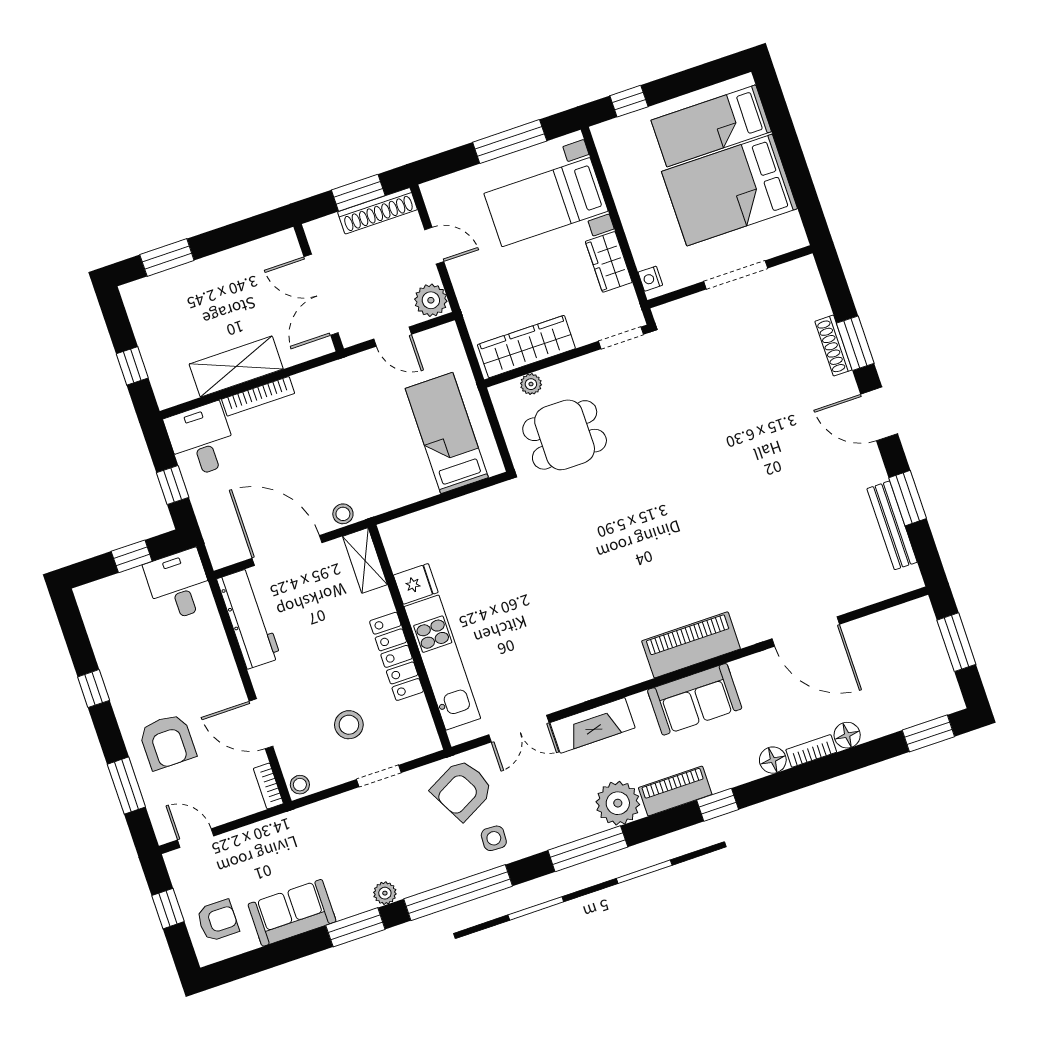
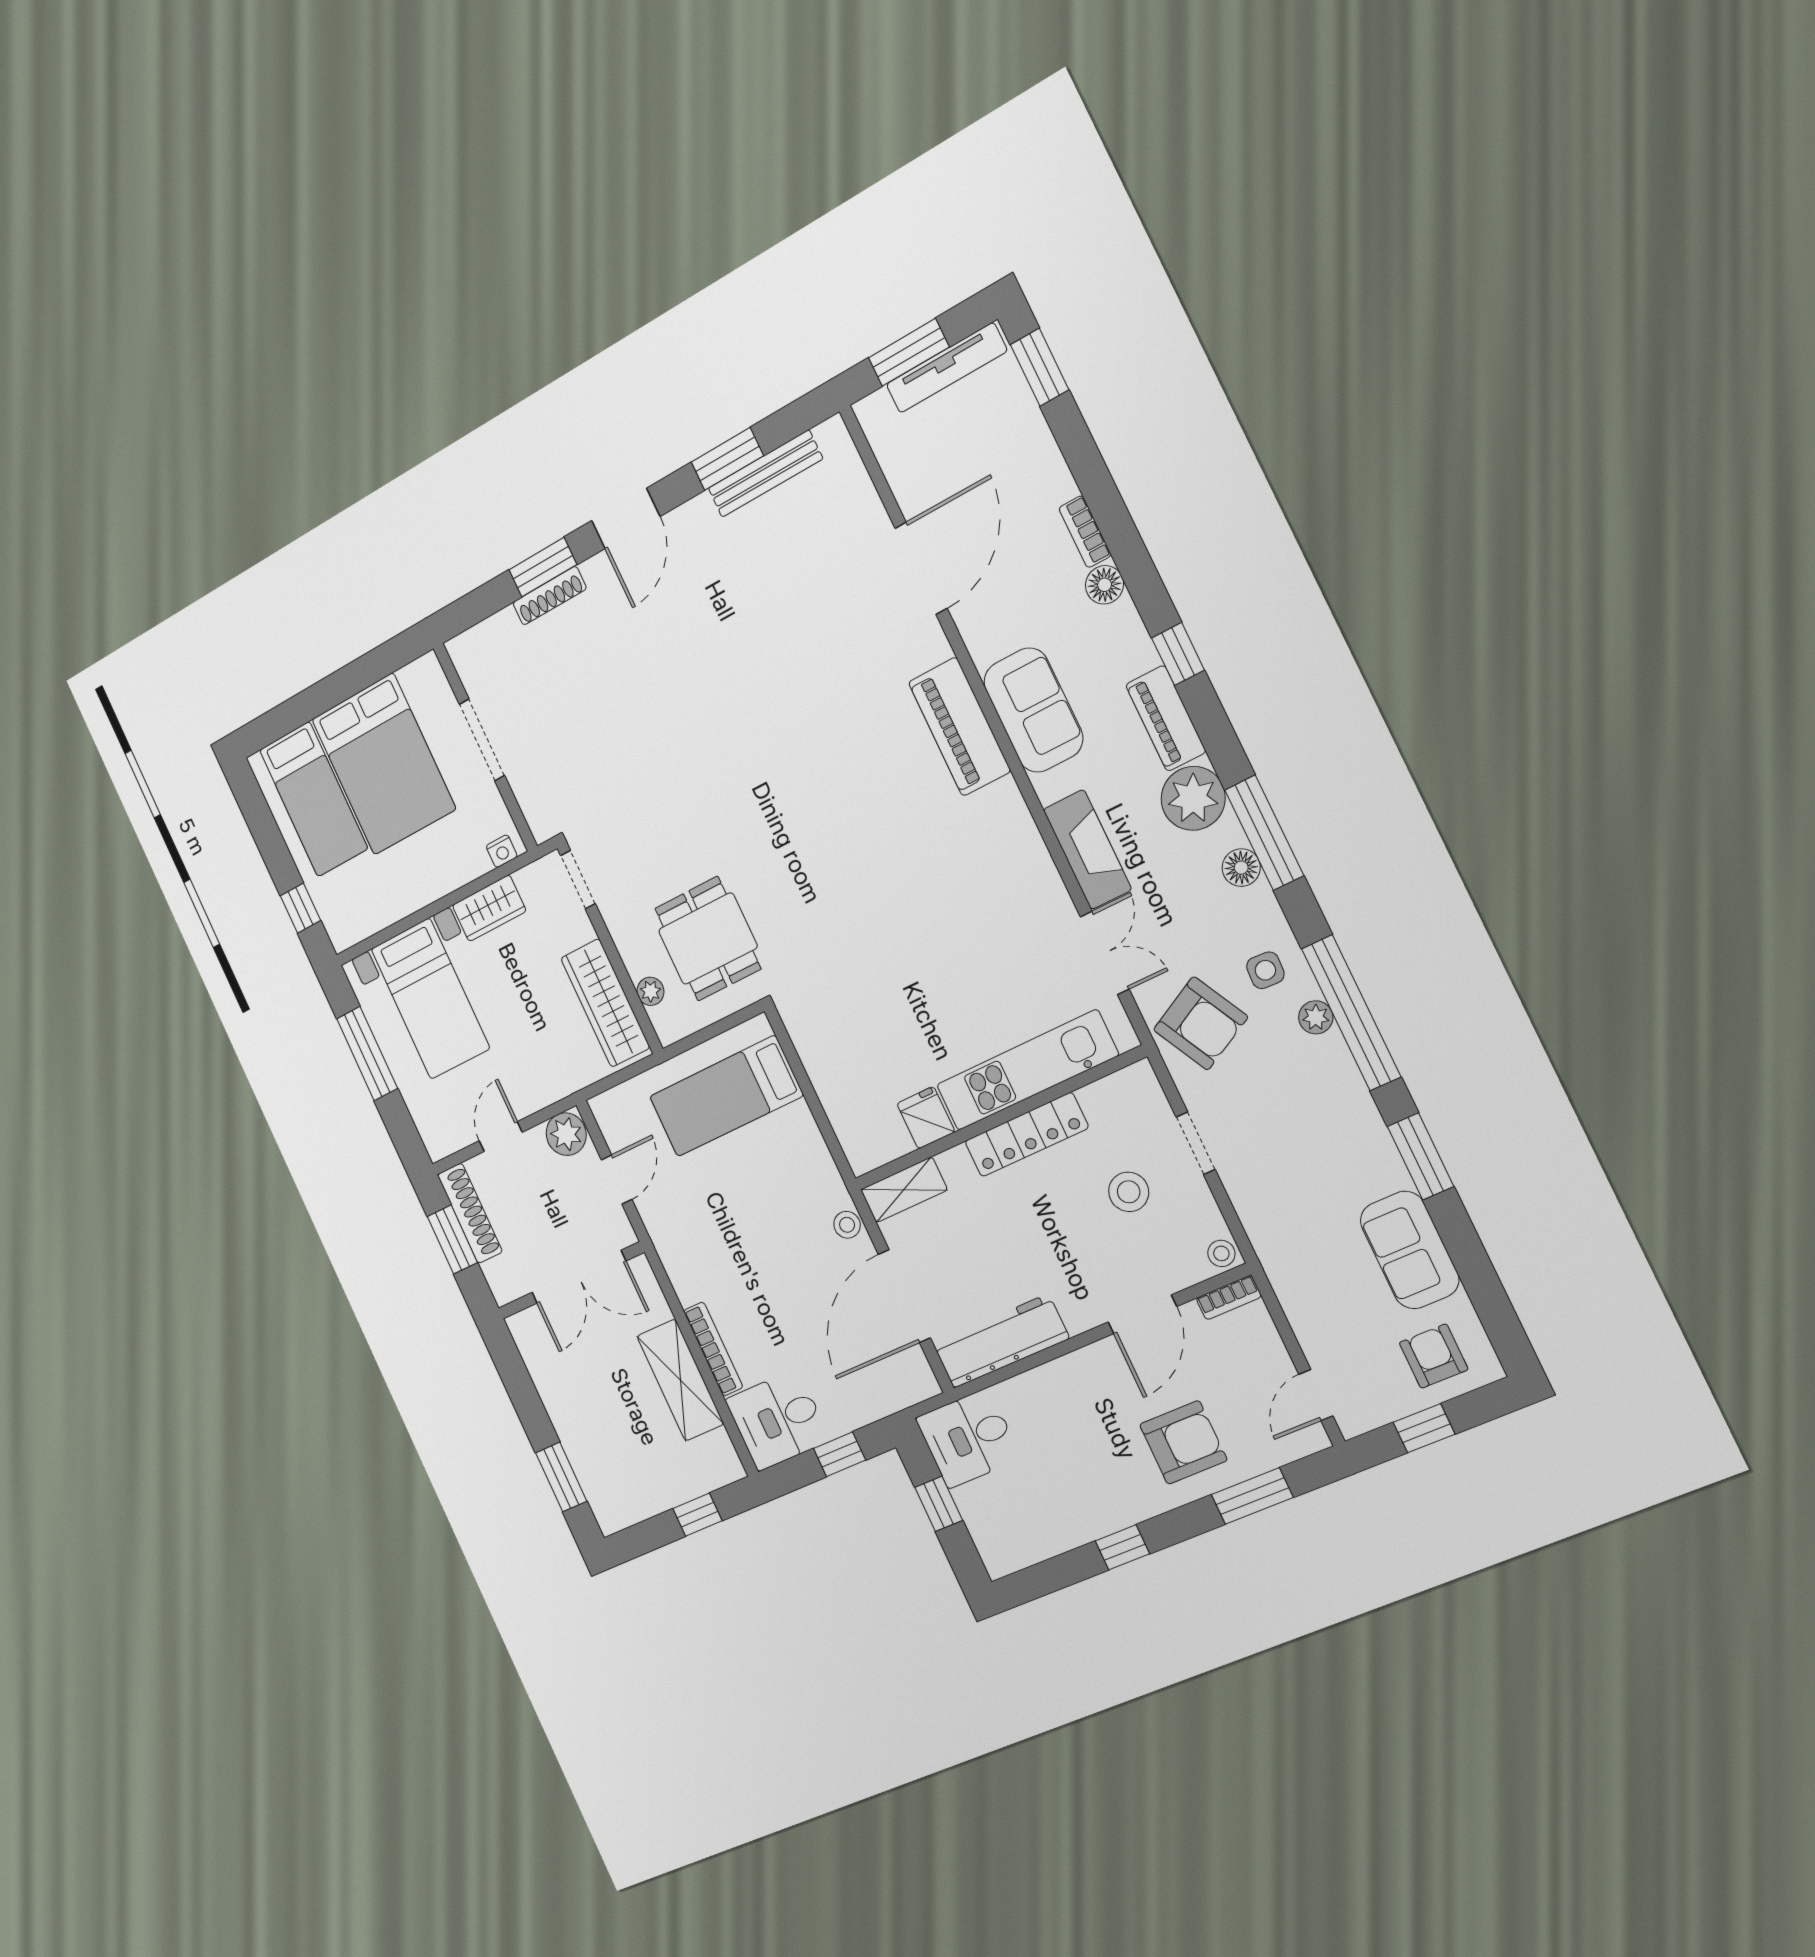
tv unit: (941, 668) -> (947, 368), added
floor lamp: (847, 735) -> (1241, 868), moved
plant: (385, 893) -> (1316, 1017), moved

